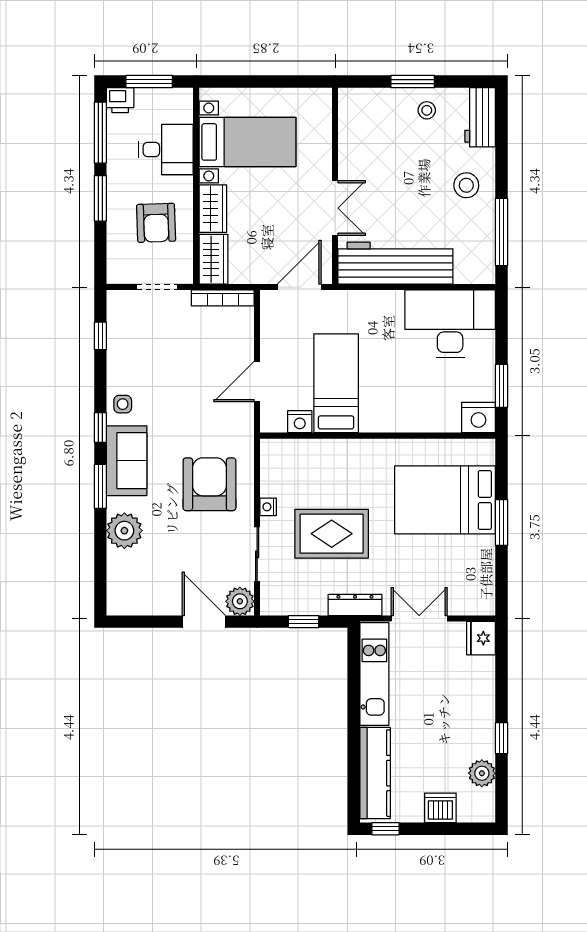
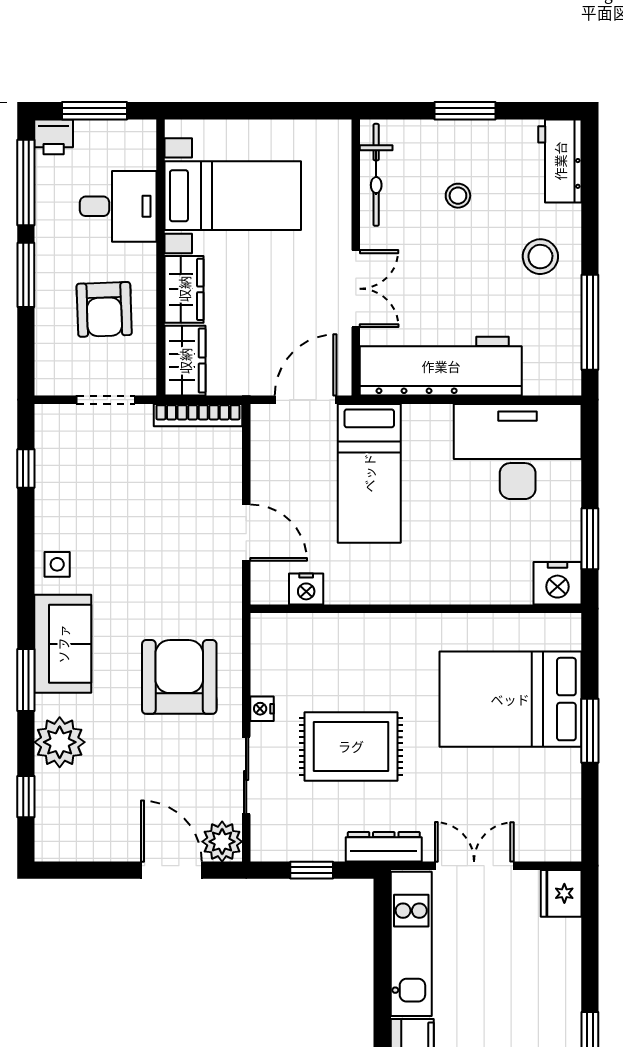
stool: (427, 110) -> (458, 196), moved
bicycle: (349, 127) -> (376, 175), added
door: (257, 382) -> (246, 533), swing flipped
bed: (336, 383) -> (369, 473), moved, turned 180
window: (100, 428) -> (26, 797), moved

